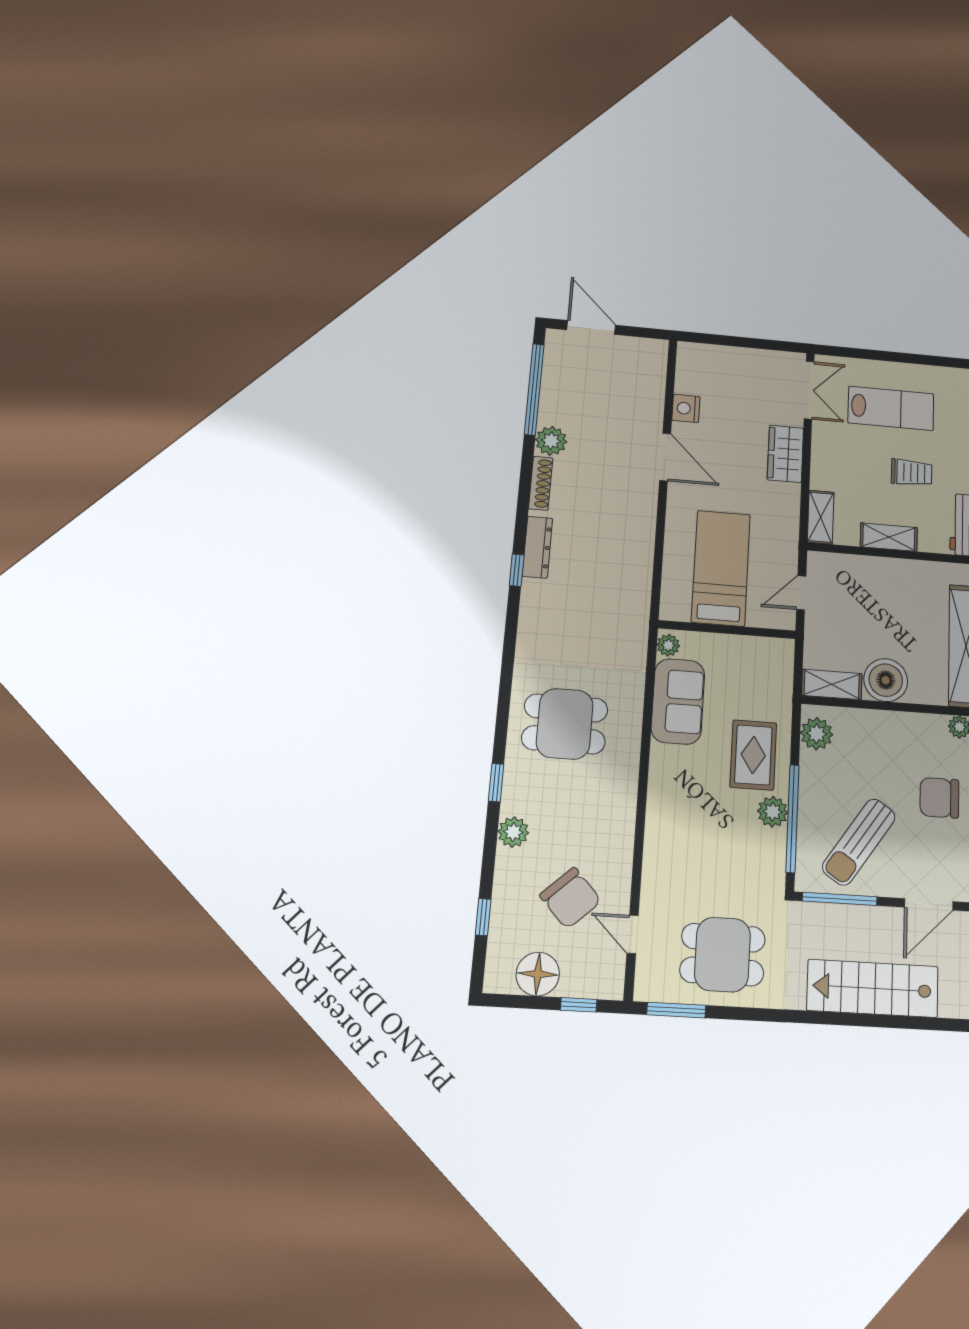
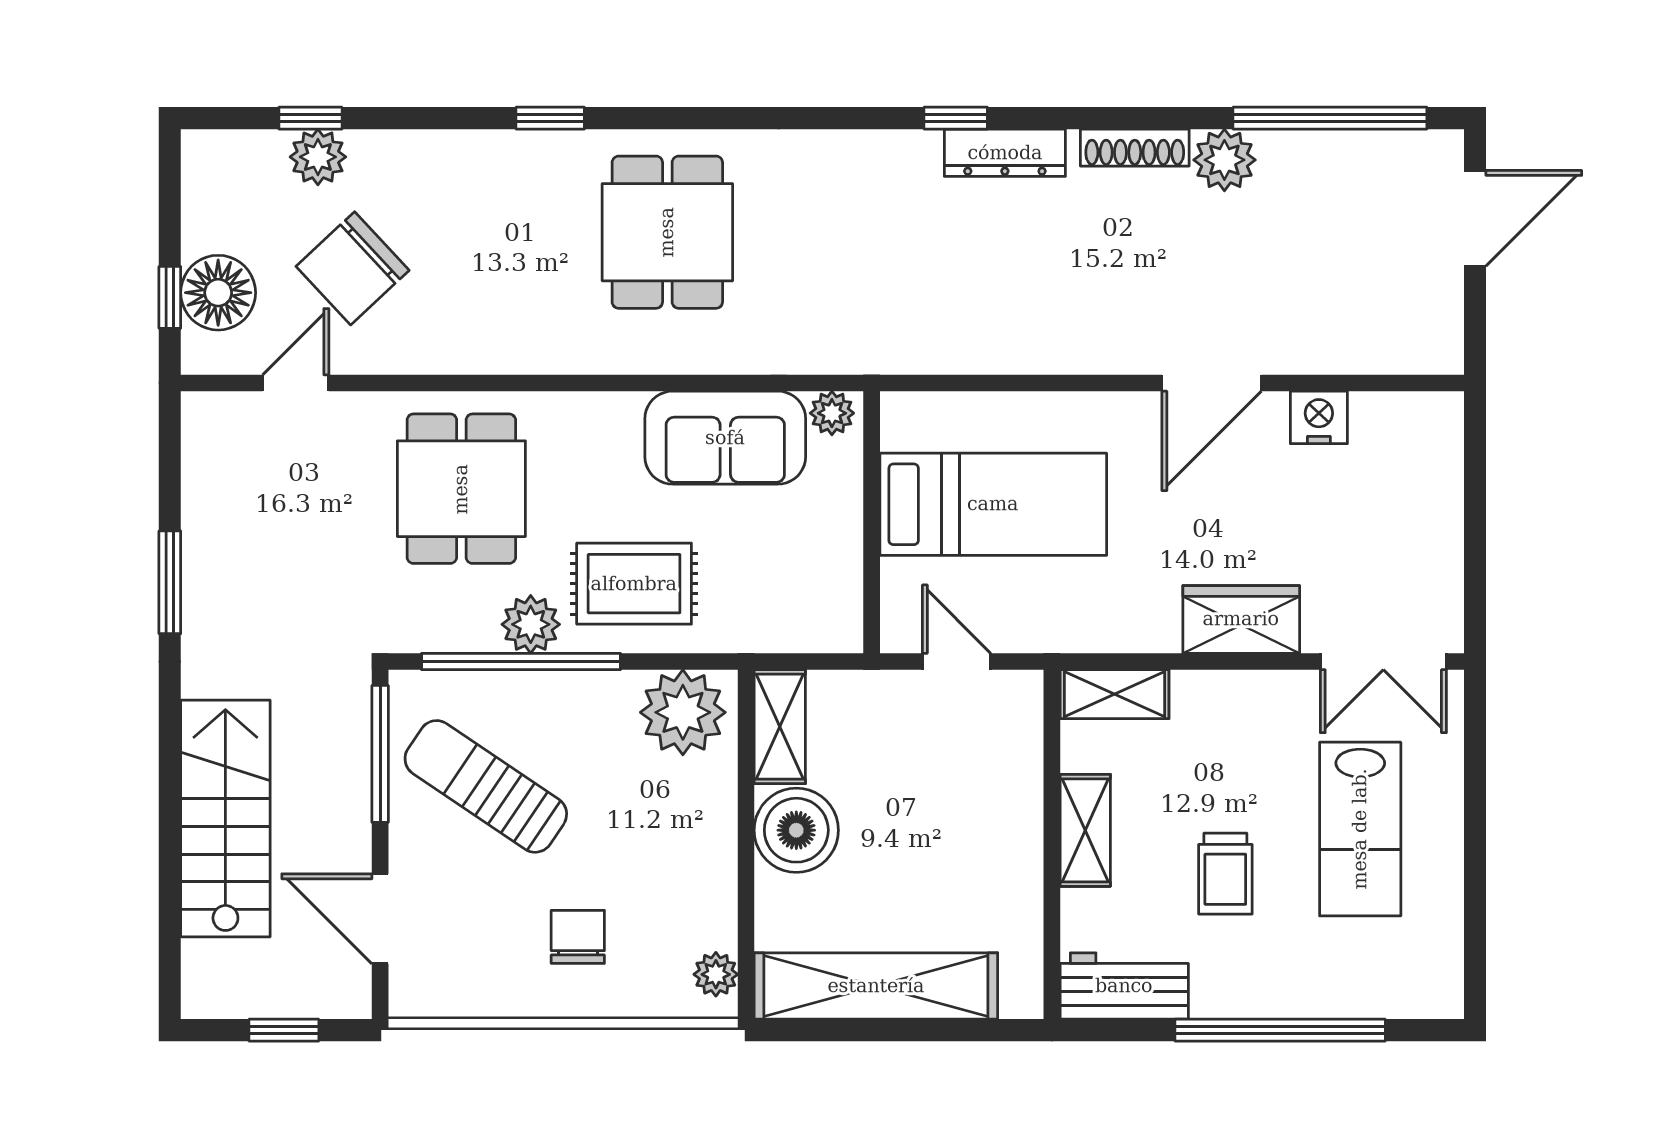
plant: (817, 734) -> (683, 712), width x1.36, depth x1.36
chair: (939, 798) -> (578, 937), width x0.73, depth x0.73
plant: (513, 832) -> (318, 157), moved
dining table: (723, 955) -> (461, 489), moved
floor lamp: (538, 974) -> (218, 293), moved
window: (676, 1010) -> (170, 582), moved

